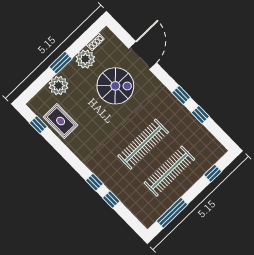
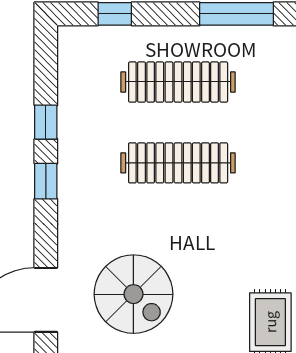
spiral stairs: (115, 86) -> (133, 294), turned 180

